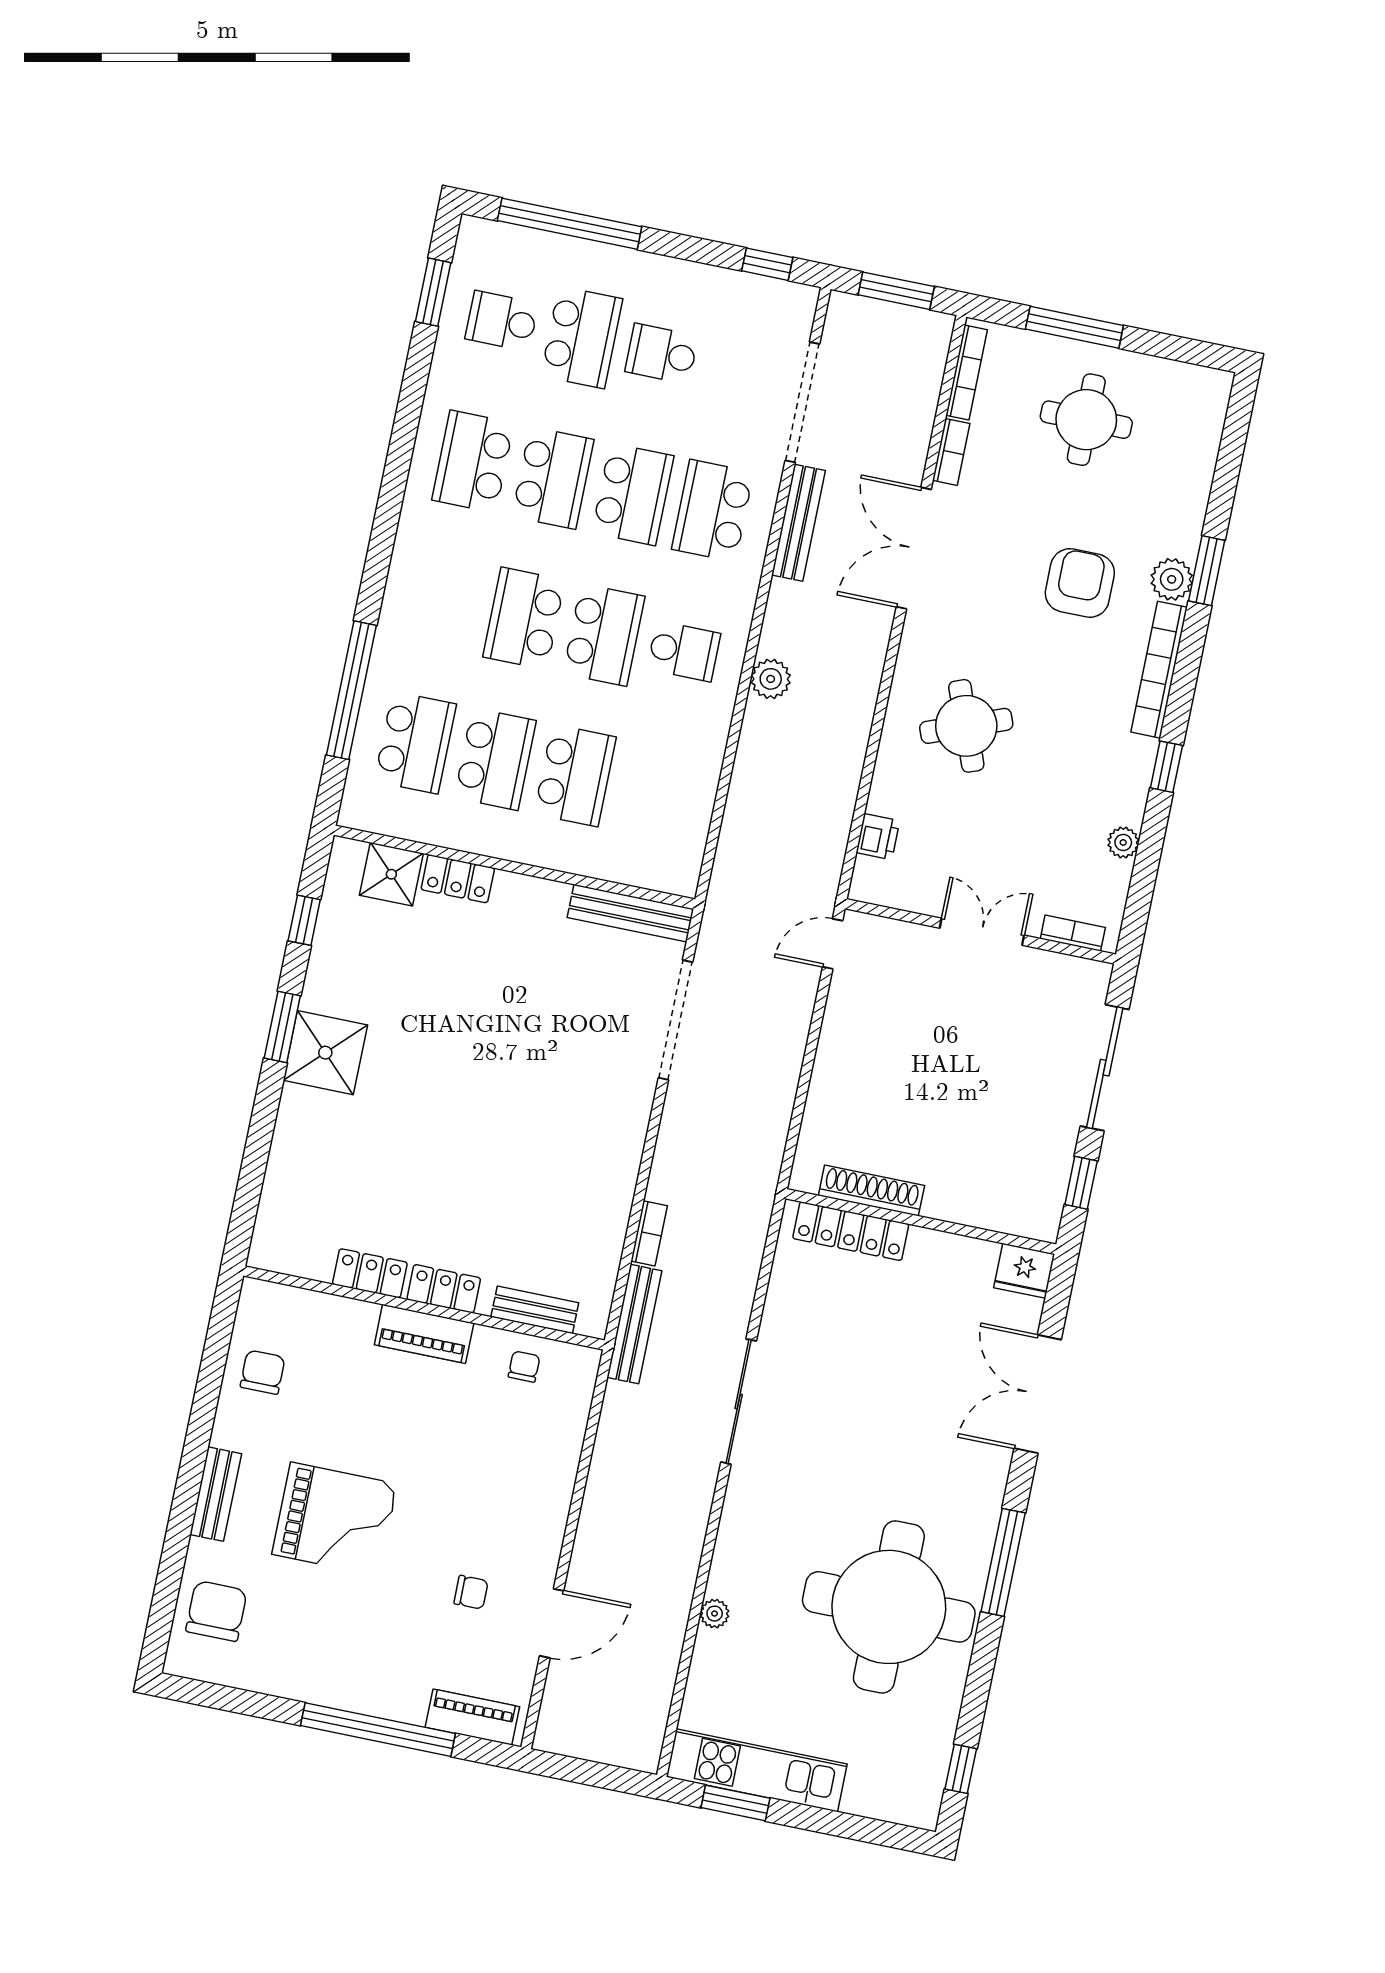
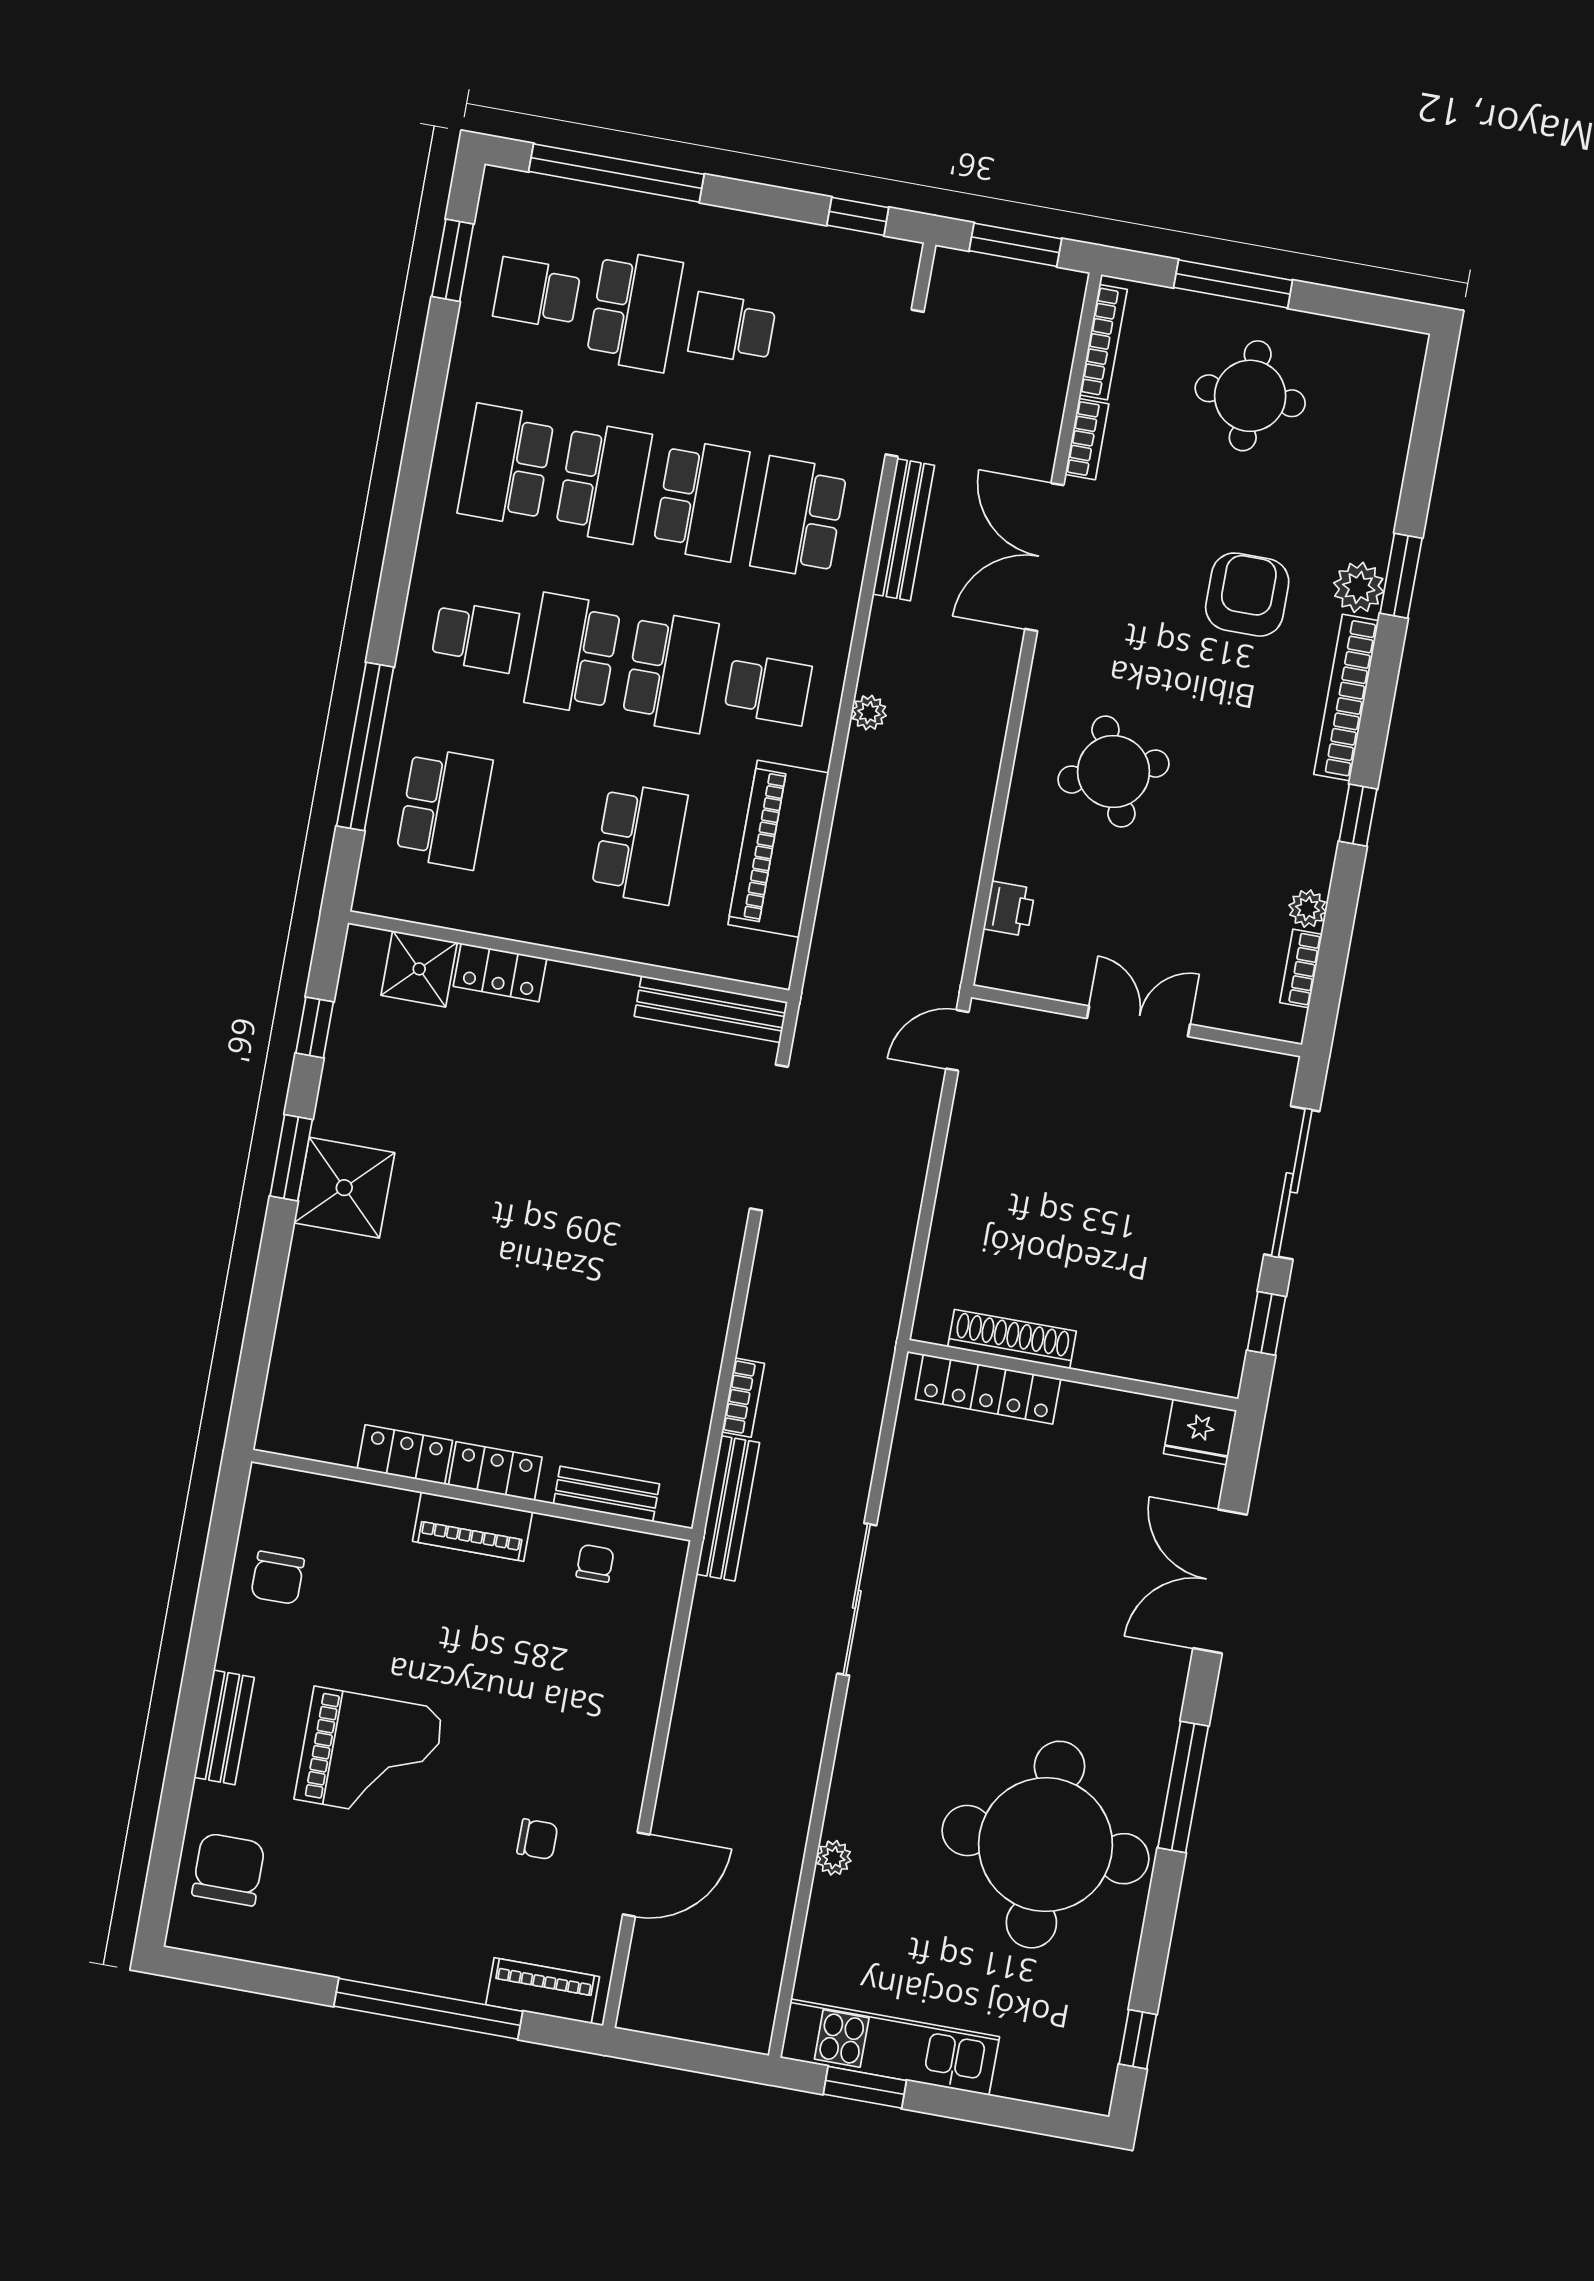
plant: (771, 679) -> (869, 713), width x0.73, depth x0.73
school desk: (495, 759) -> (475, 637), moved, width x0.54
piano: (689, 783) -> (778, 849), added
bookcase: (1073, 933) -> (1301, 968), moved, turned -90
chair: (263, 1372) -> (278, 1578), turned 180

